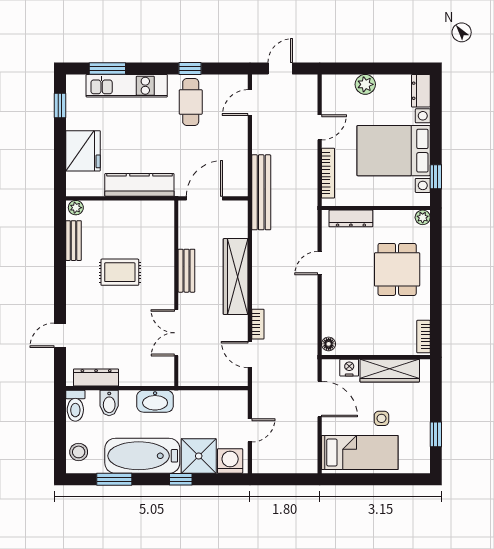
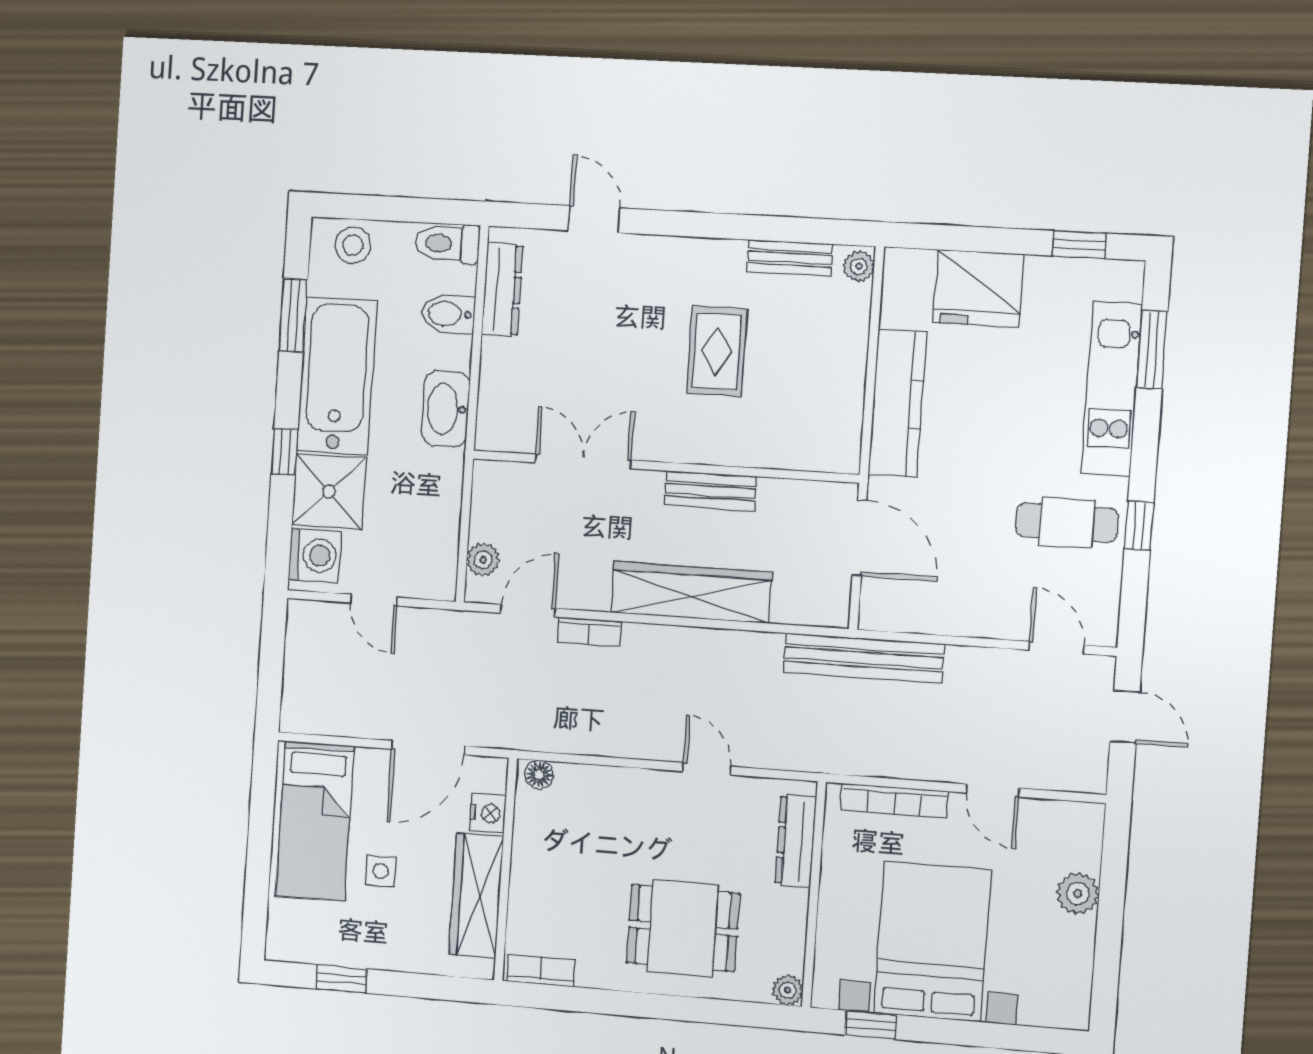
dresser: (421, 91) -> (1056, 1009), removed
plant: (227, 378) -> (483, 560), added

